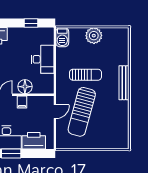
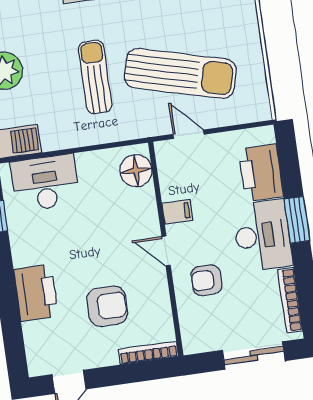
desk: (43, 59) -> (45, 183), moved
floor lamp: (25, 87) -> (136, 171), moved

